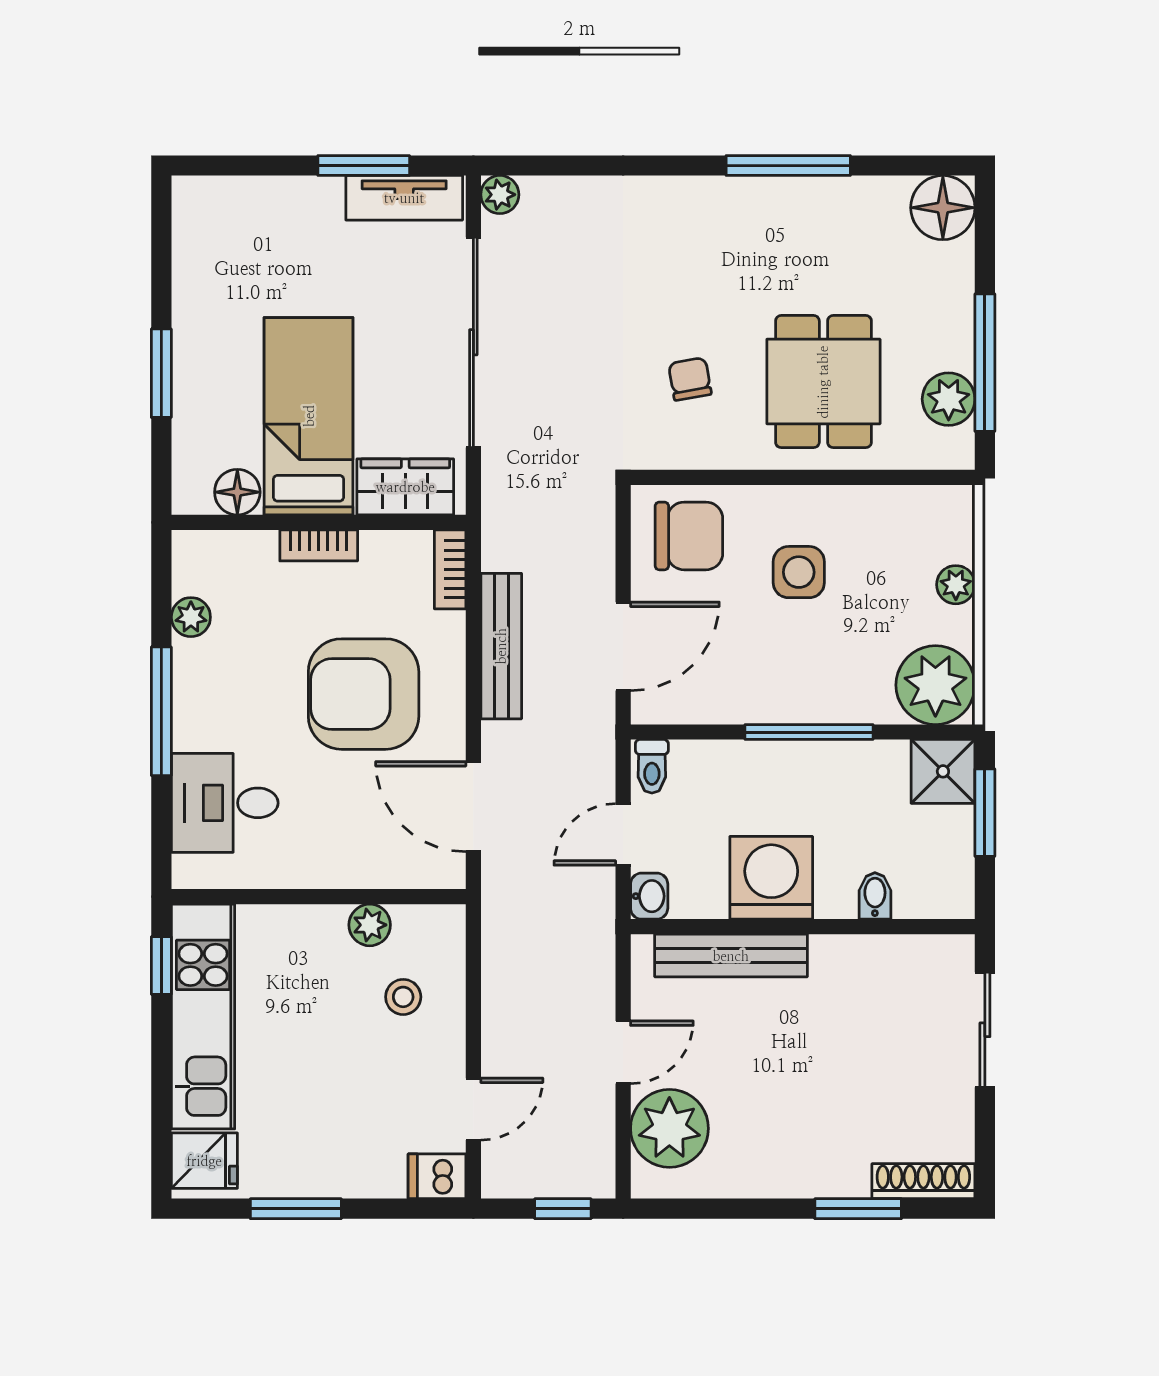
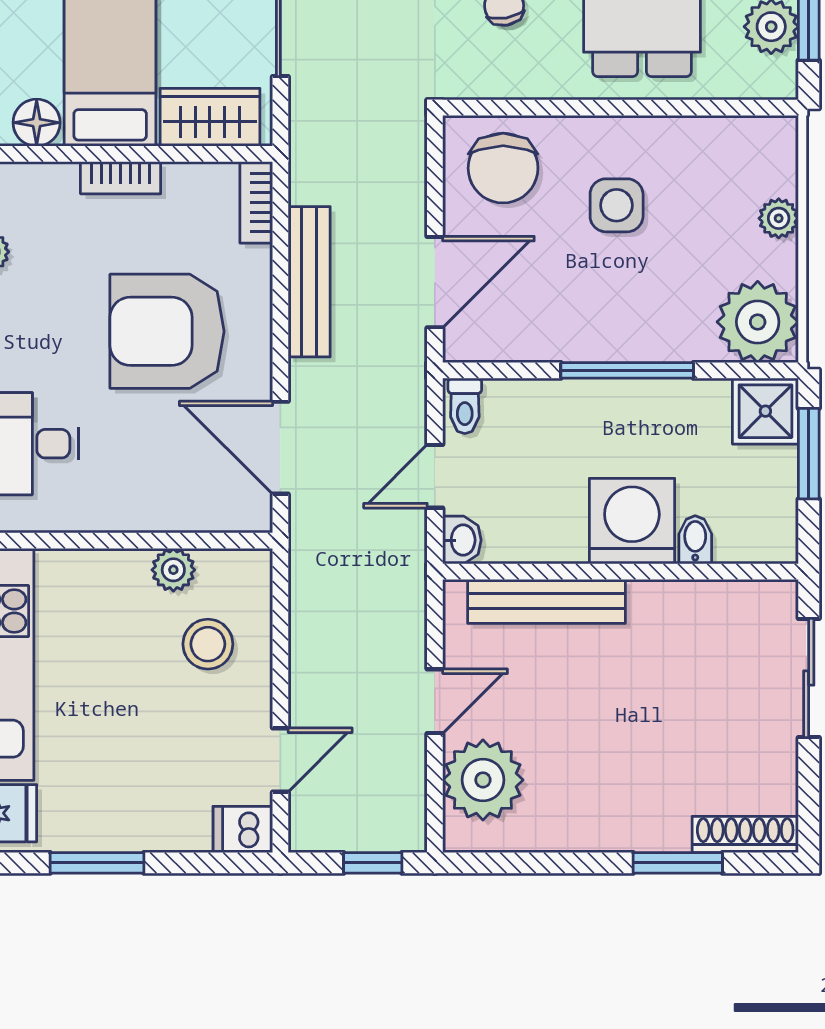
chair: (689, 536) -> (503, 168), turned 90
washing machine: (771, 878) -> (632, 521), moved
stool: (403, 997) -> (208, 644), width x1.37, depth x1.37

